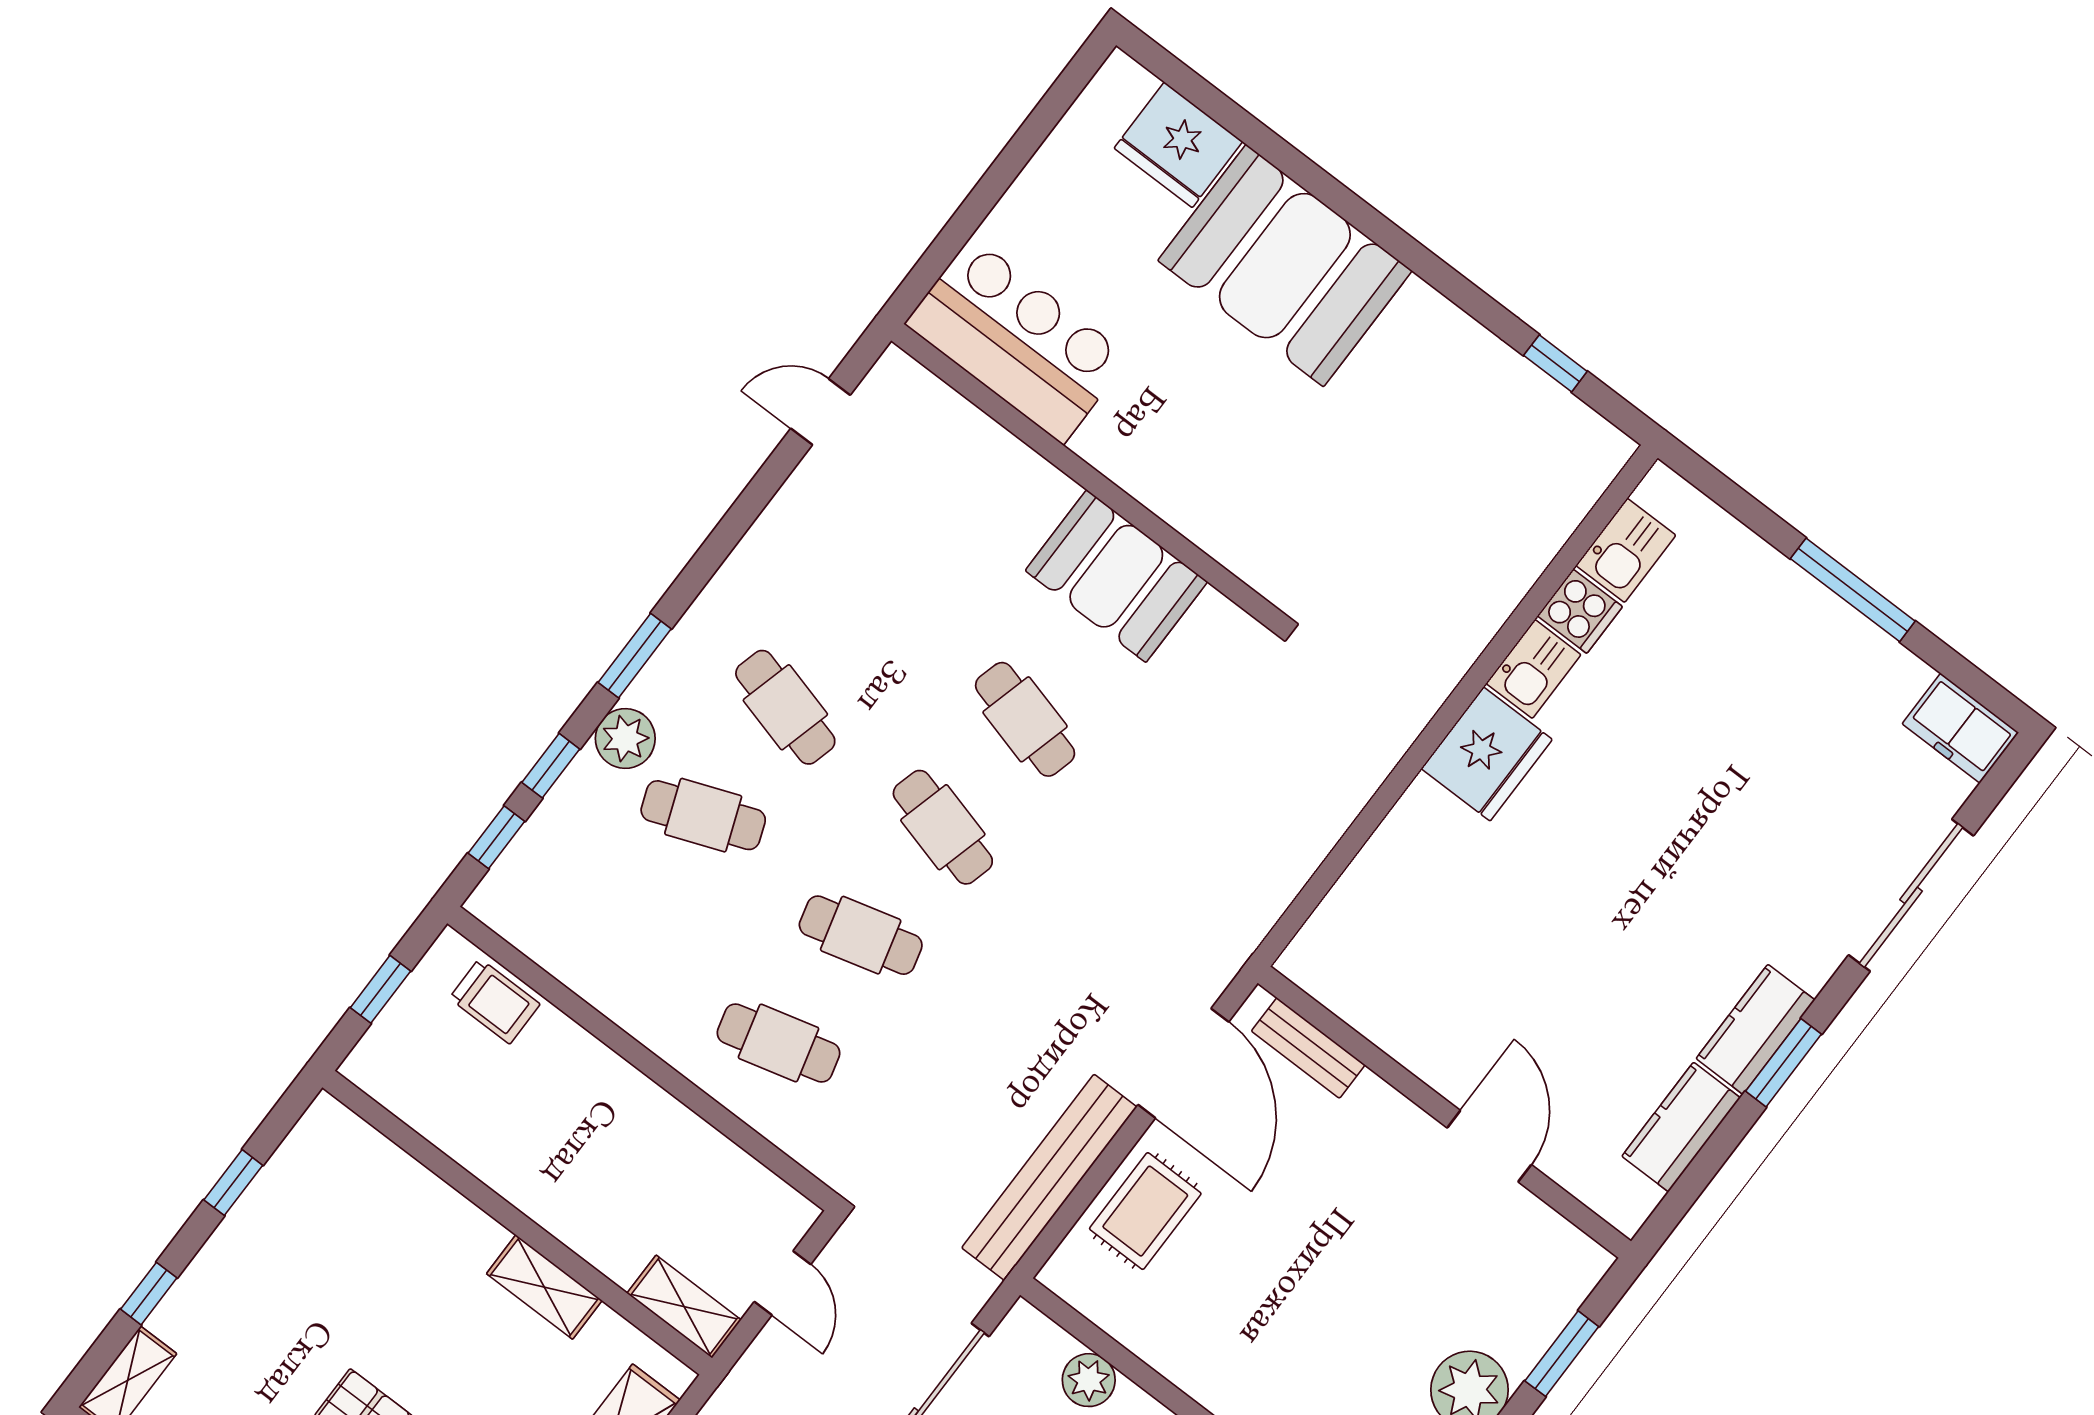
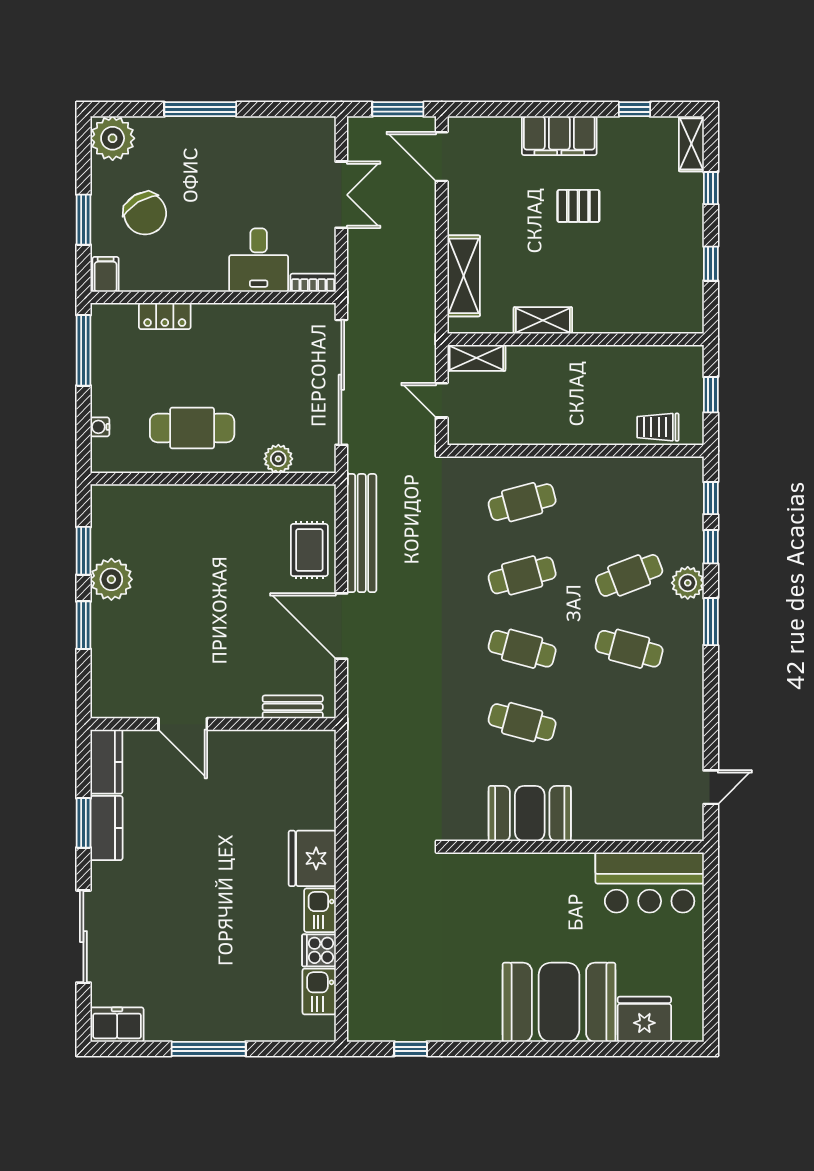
bench: (1308, 1048) -> (293, 707), moved
wall: (1444, 1112) -> (213, 724), moved
door: (1489, 1146) -> (183, 724), moved

